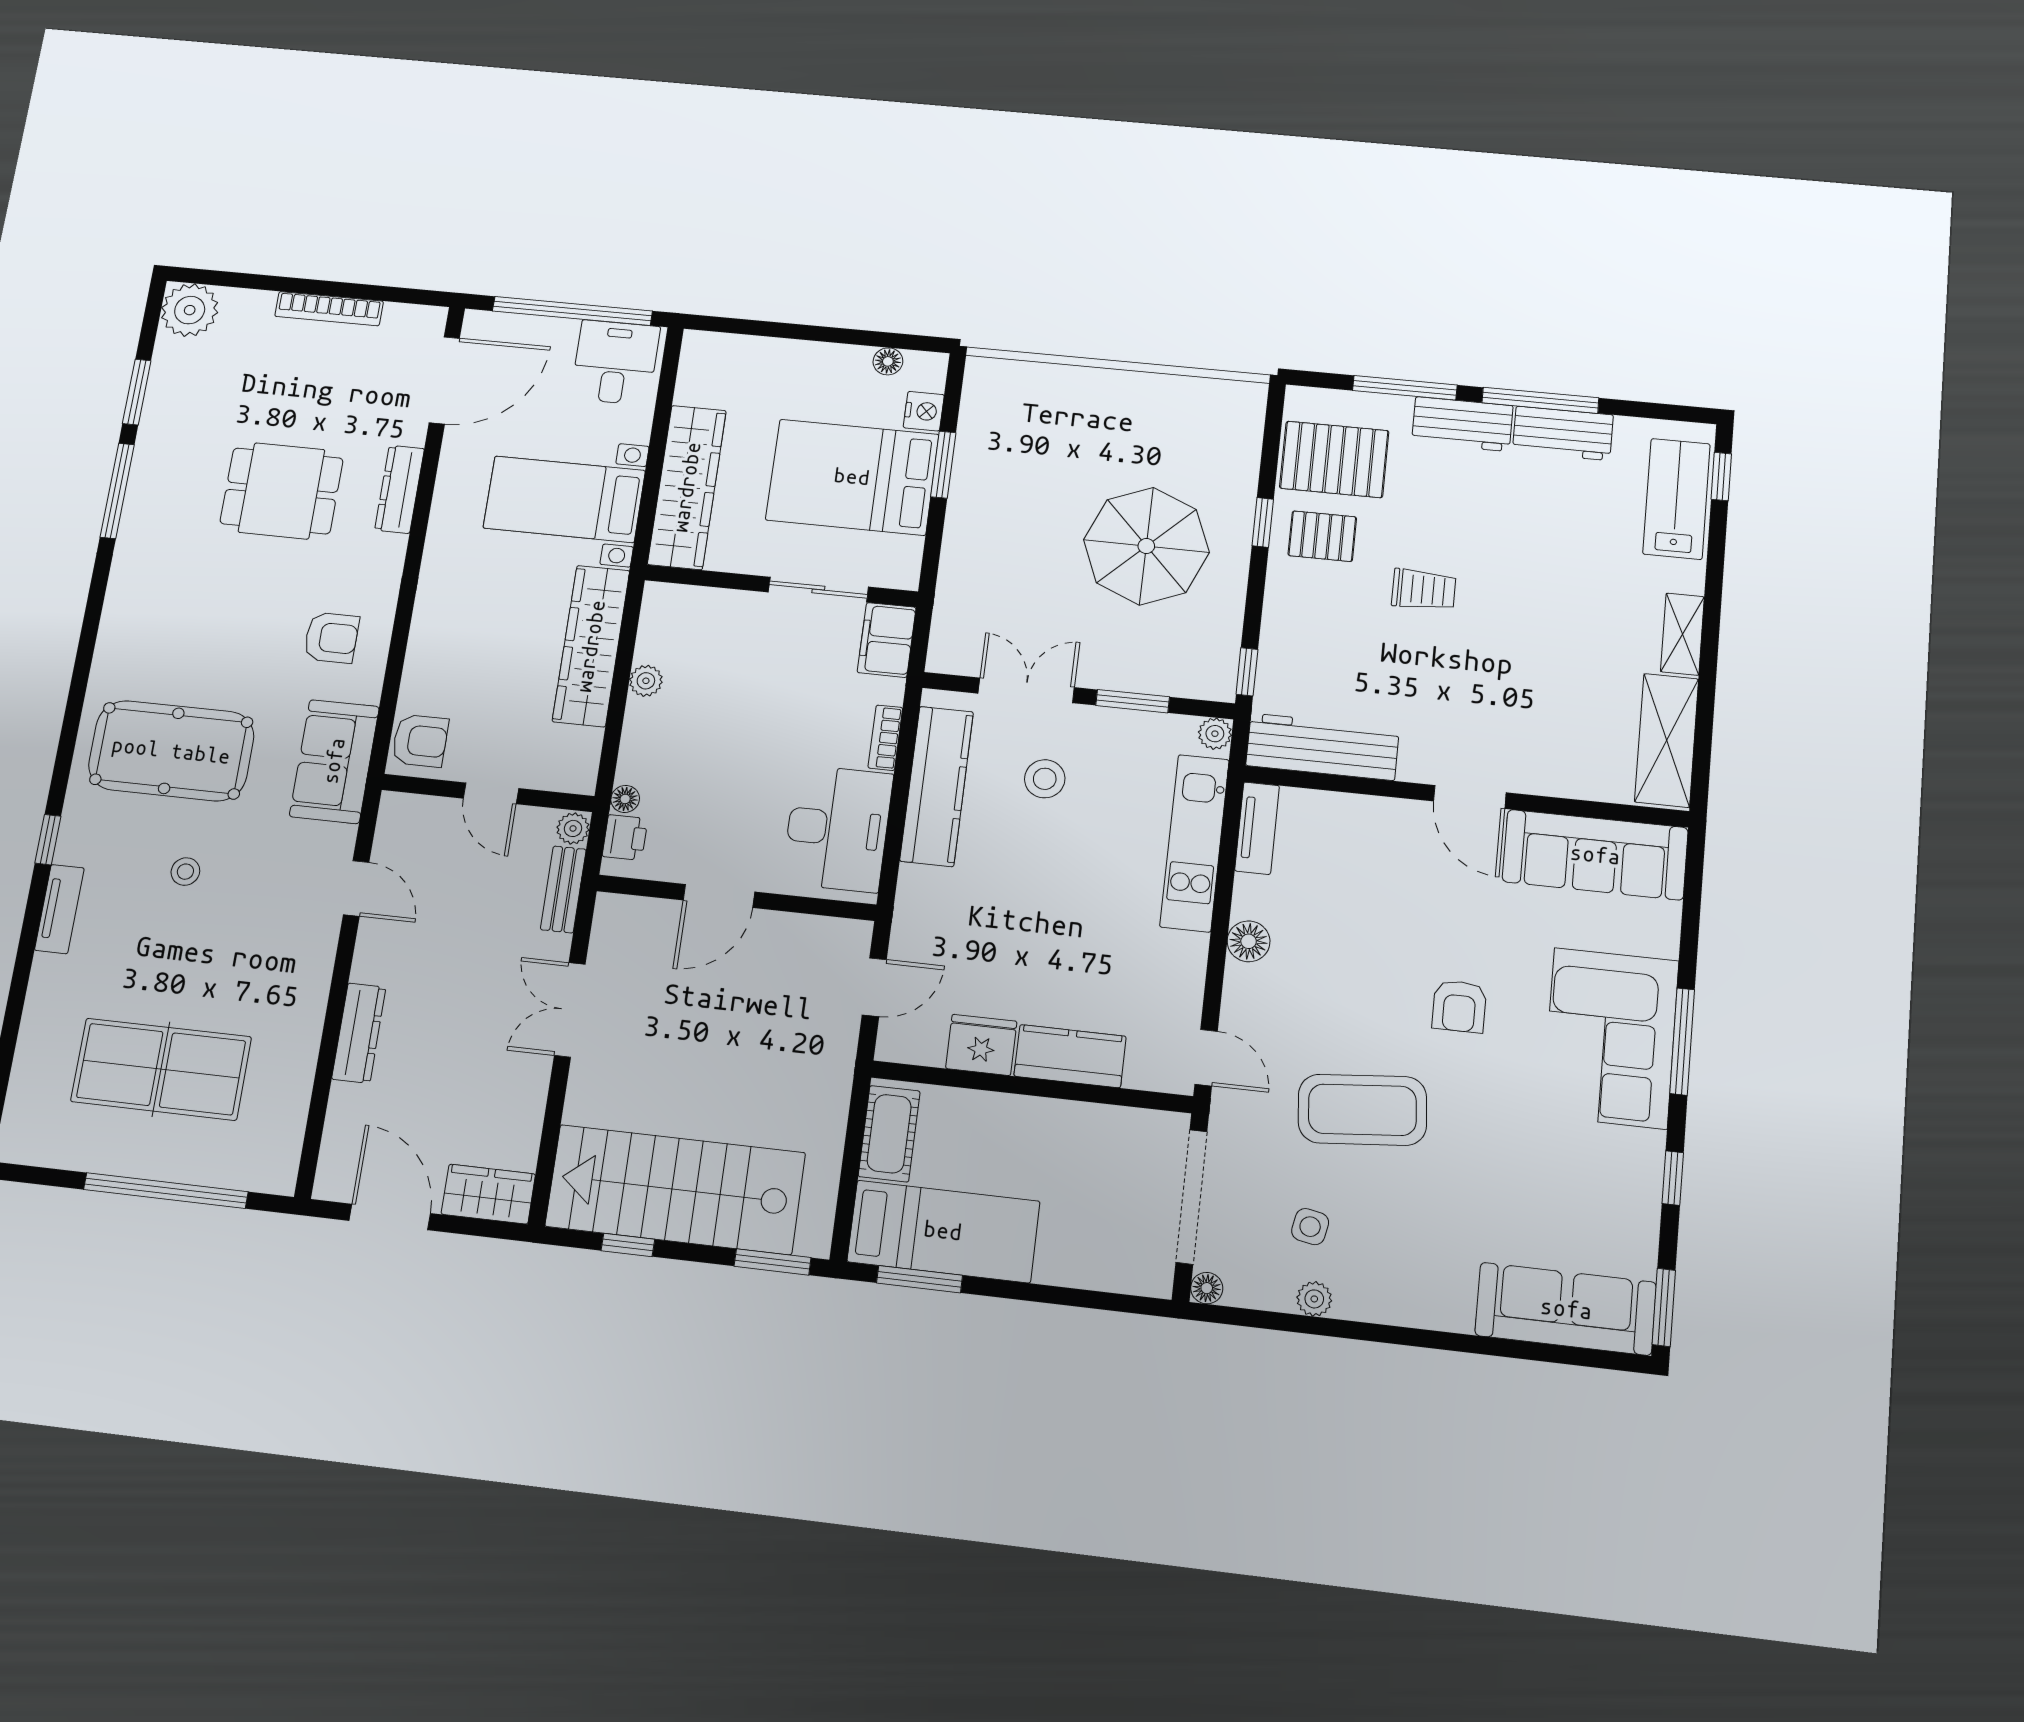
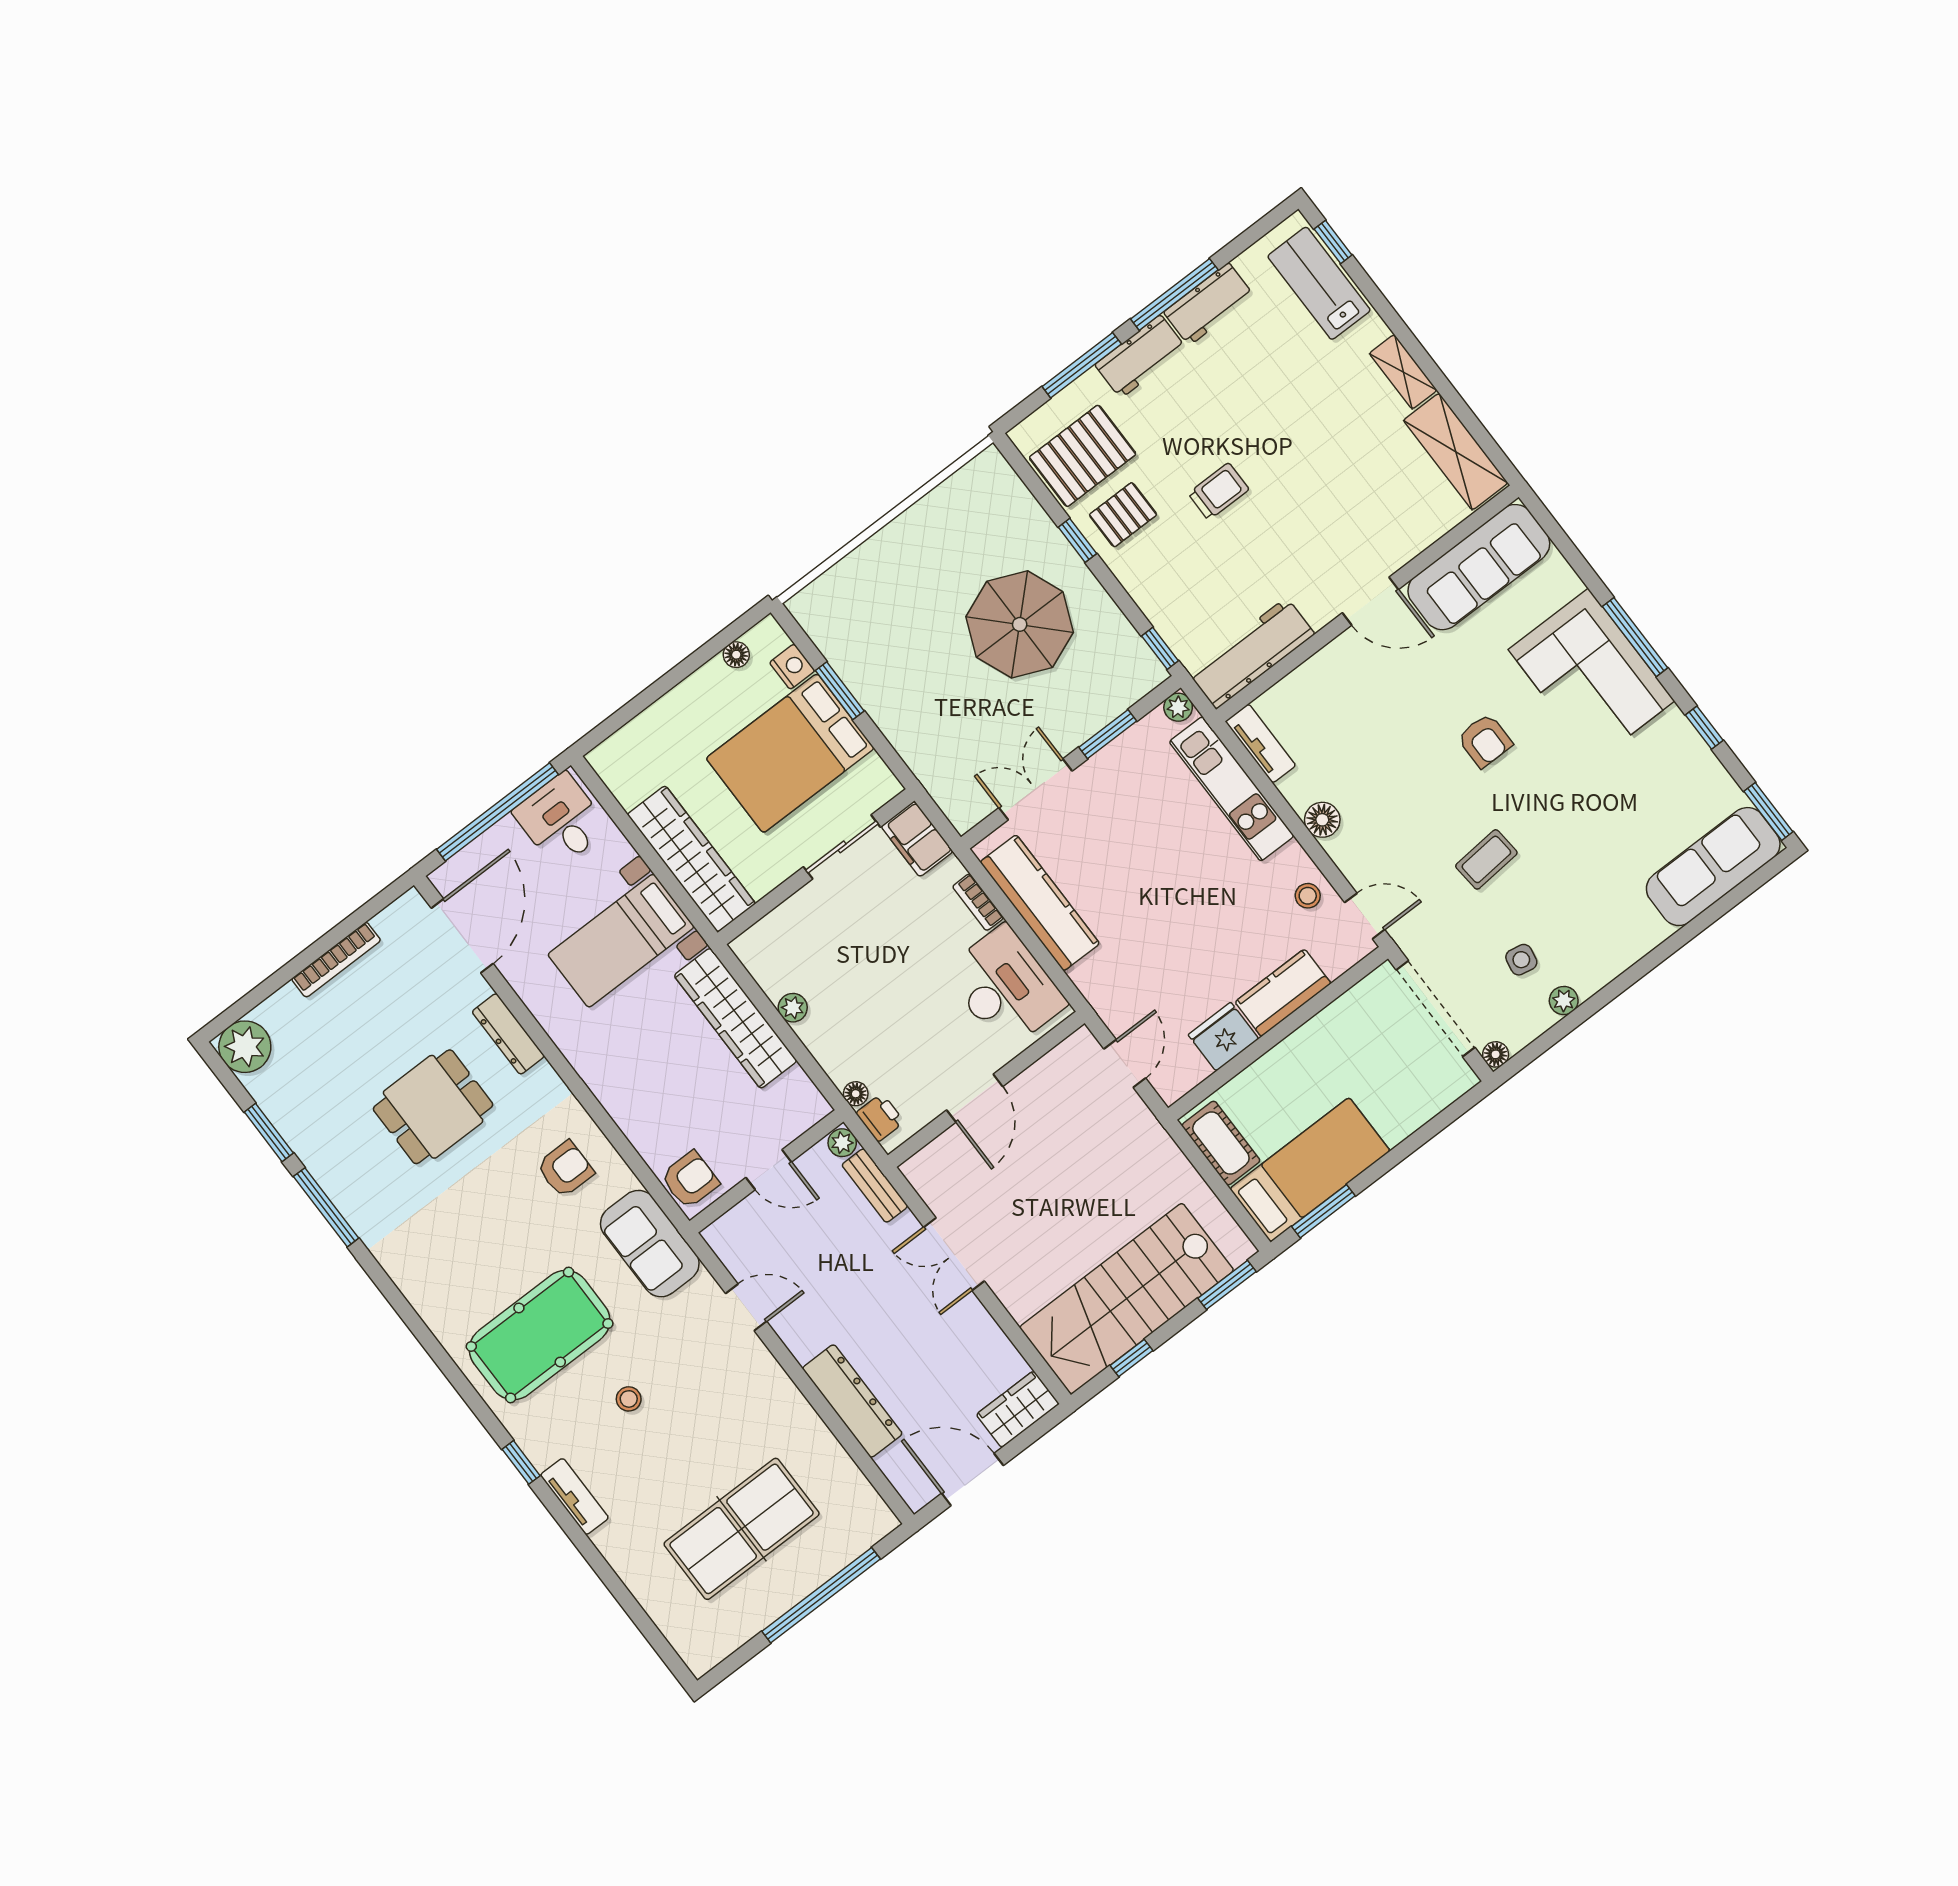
stool: (1045, 779) -> (1308, 896), moved, width x0.73, depth x0.73
dresser: (359, 1033) -> (852, 1401), width x1.37, depth x1.24
coffee table: (1362, 1110) -> (1486, 859), width x0.54, depth x0.58

